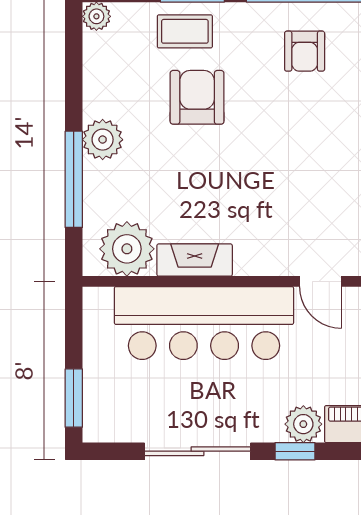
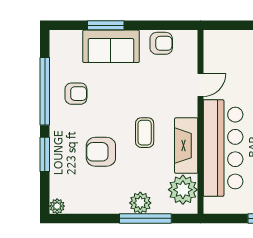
coffee table: (185, 31) -> (145, 133), moved
plant: (103, 140) -> (140, 203), moved
fireplace: (195, 260) -> (186, 146), width x1.37, depth x1.32

